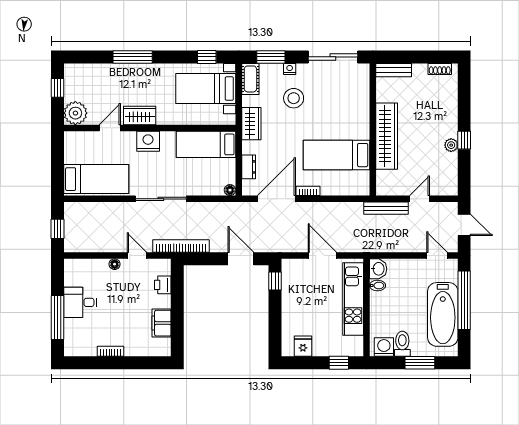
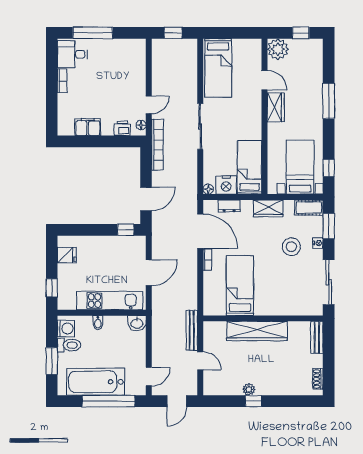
nightstand: (148, 141) -> (226, 185), moved, turned 90
floor lamp: (115, 264) -> (141, 125), moved
bidet: (378, 286) -> (98, 323), moved
desk: (80, 302) -> (72, 54), moved, turned -90

